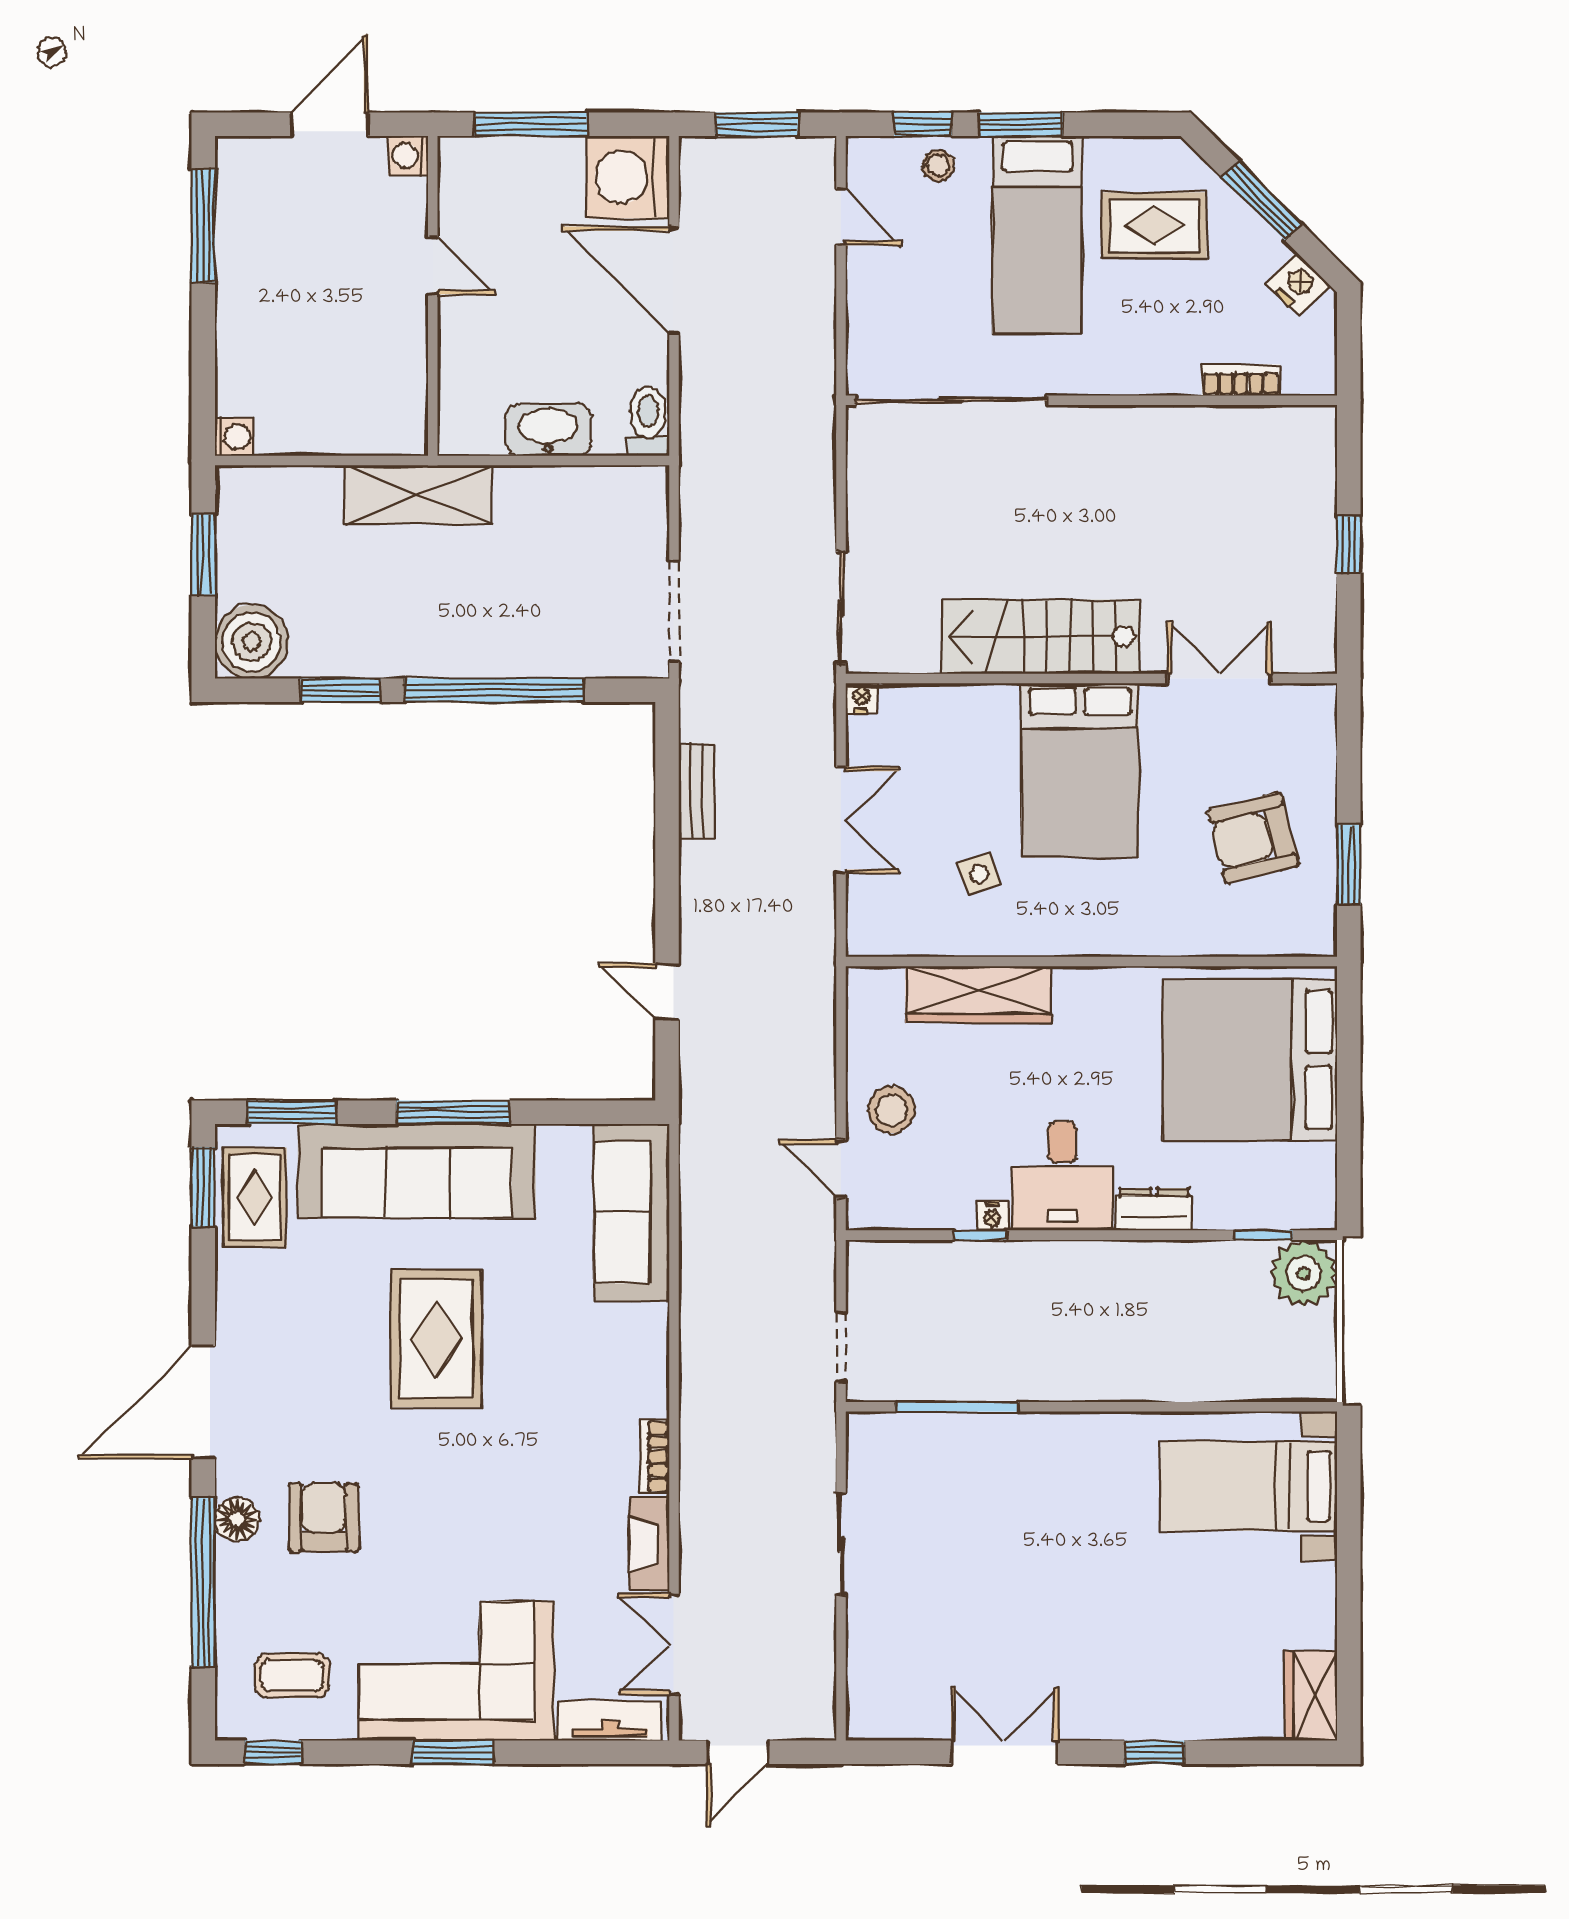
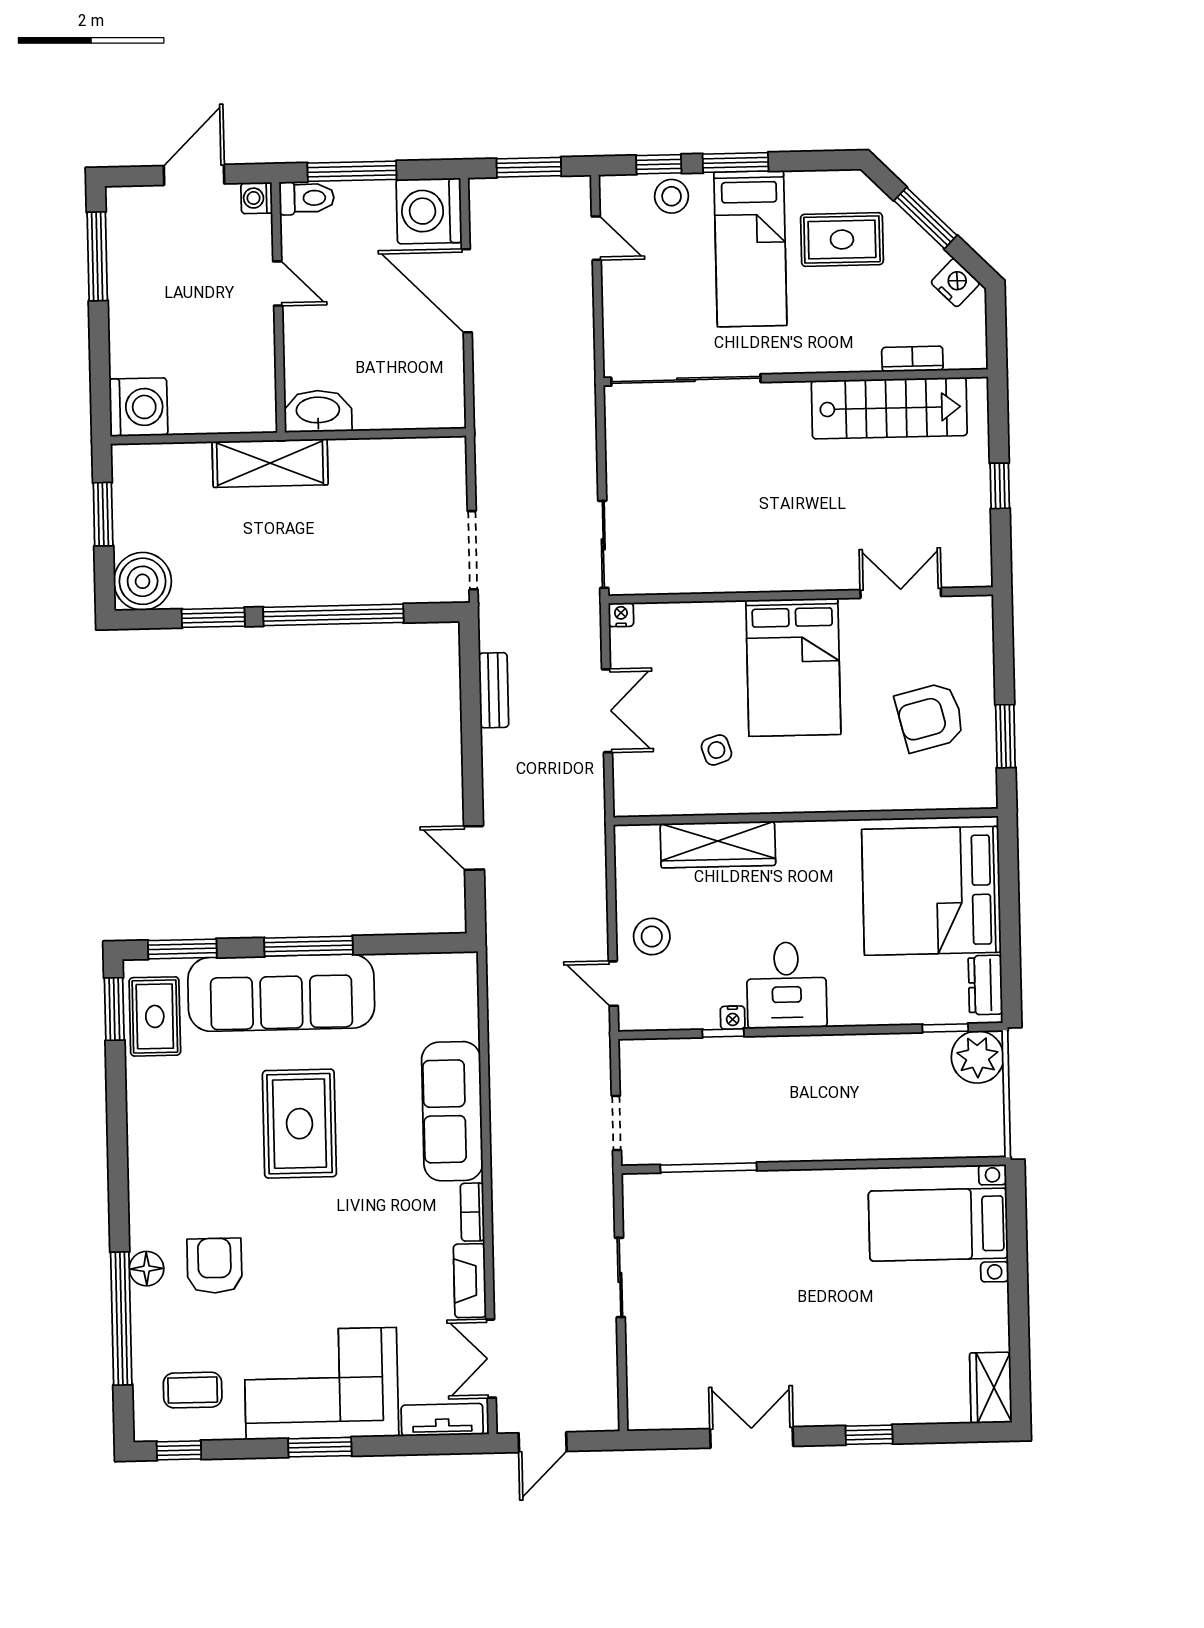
stool: (938, 165) -> (672, 196), width x1.37, depth x1.37
toilet: (648, 421) -> (307, 198), moved, turned 90
washbasin: (548, 430) -> (318, 411), moved
washing machine: (234, 436) -> (138, 407), width x1.89, depth x1.89
stairs: (1041, 637) -> (889, 408), moved, turned 180
dresser: (1154, 1209) -> (985, 985), moved, turned -90
sofa: (632, 1212) -> (452, 1111), moved
door: (203, 1402) -> (118, 1178), removed

